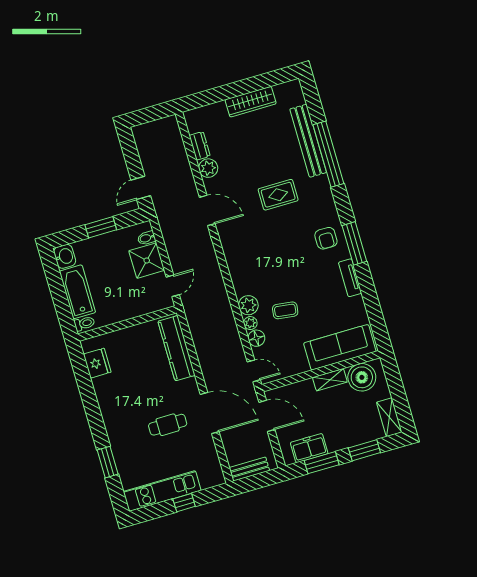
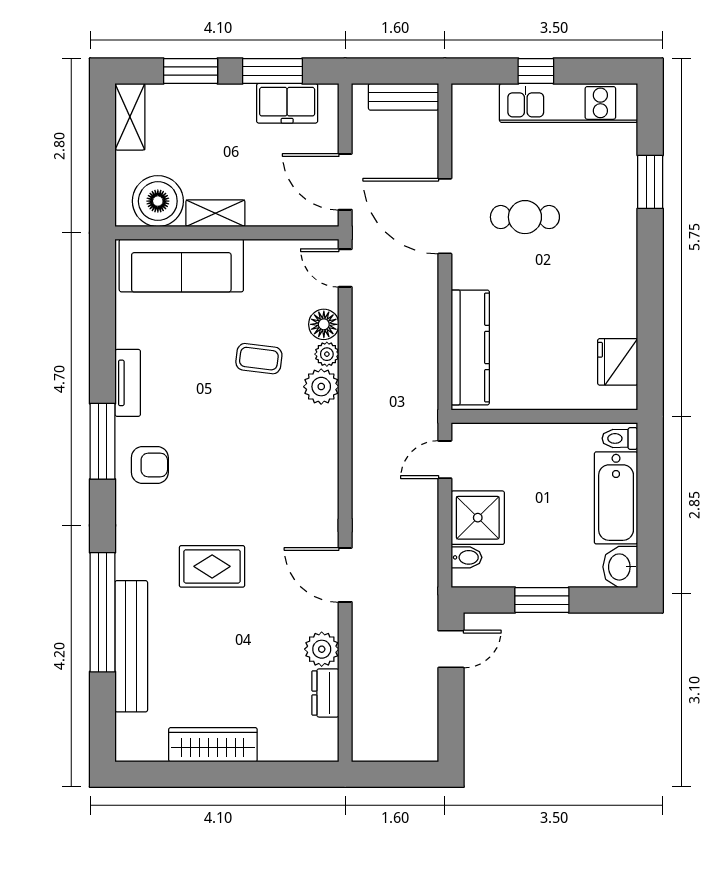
armchair: (326, 238) -> (150, 465), turned 90

